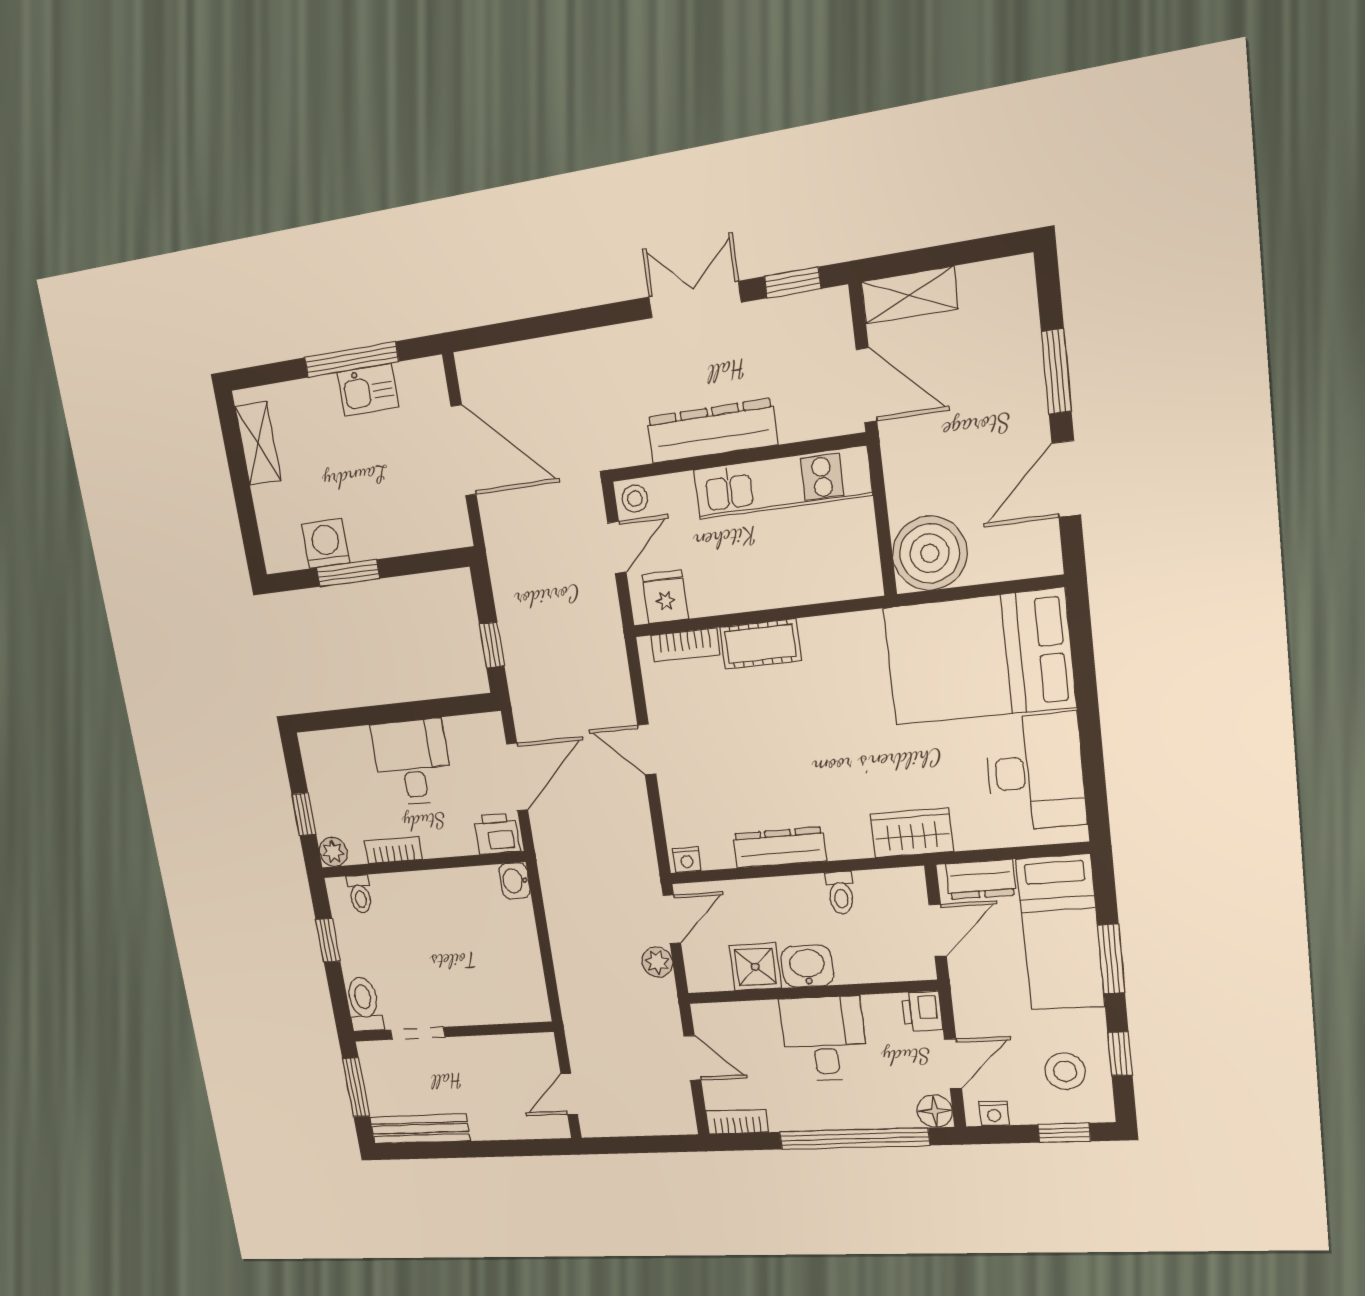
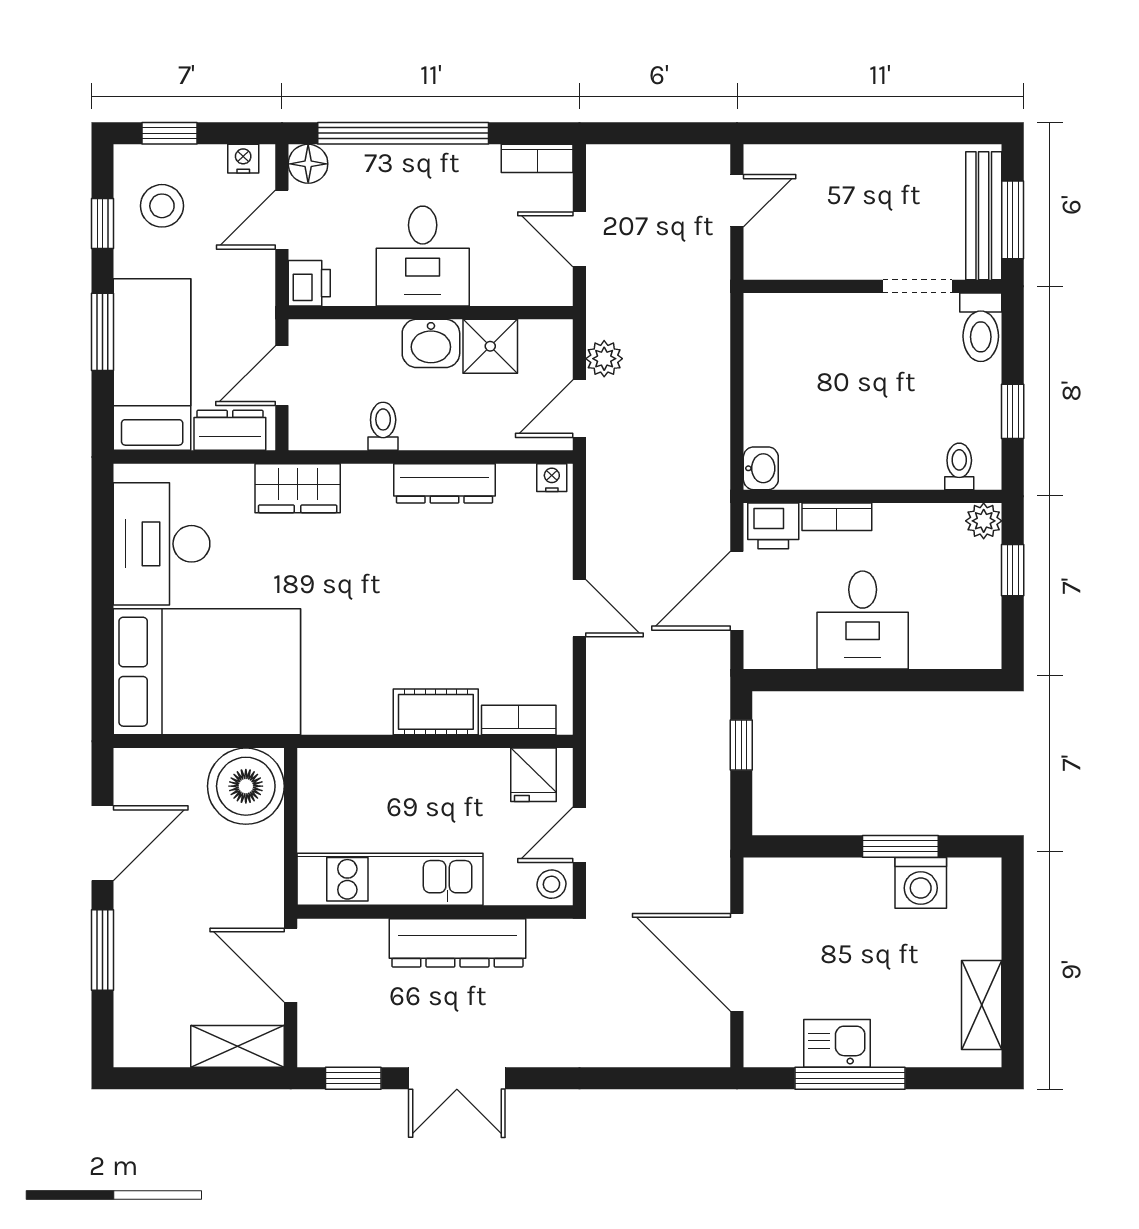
bookcase: (393, 850) -> (837, 517), moved
bench: (420, 1129) -> (984, 216), moved, turned 90

